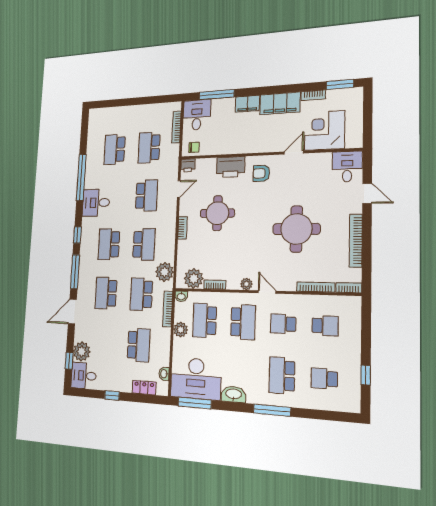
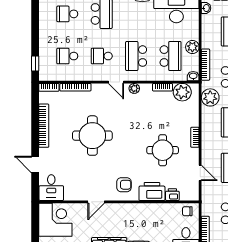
corner desk: (325, 131) -> (55, 220), moved, turned -90
printer: (188, 165) -> (172, 195), moved
door: (179, 189) -> (200, 173), swing flipped
school desk: (283, 324) -> (102, 56), turned 180
window: (366, 375) -> (35, 63), moved
school desk: (324, 379) -> (67, 14), turned 180

